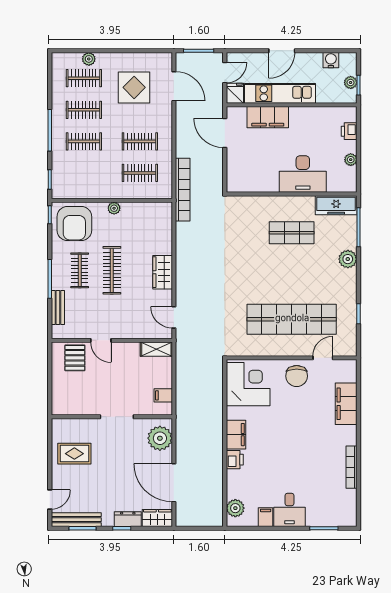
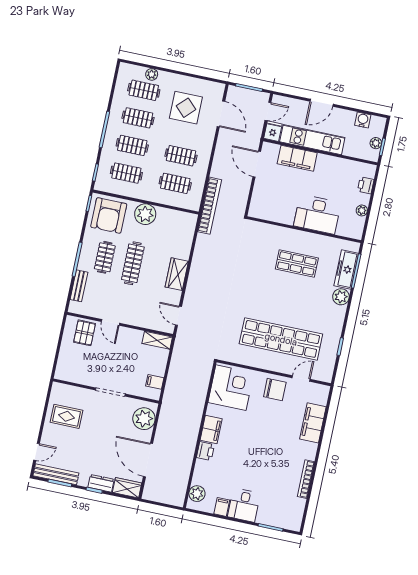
clothes rail: (84, 173) -> (126, 173), added
freezer: (336, 205) -> (346, 269), moved, turned 90
plant: (114, 208) -> (145, 214), width x1.87, depth x1.87
chair: (297, 376) -> (275, 389), turned -90

